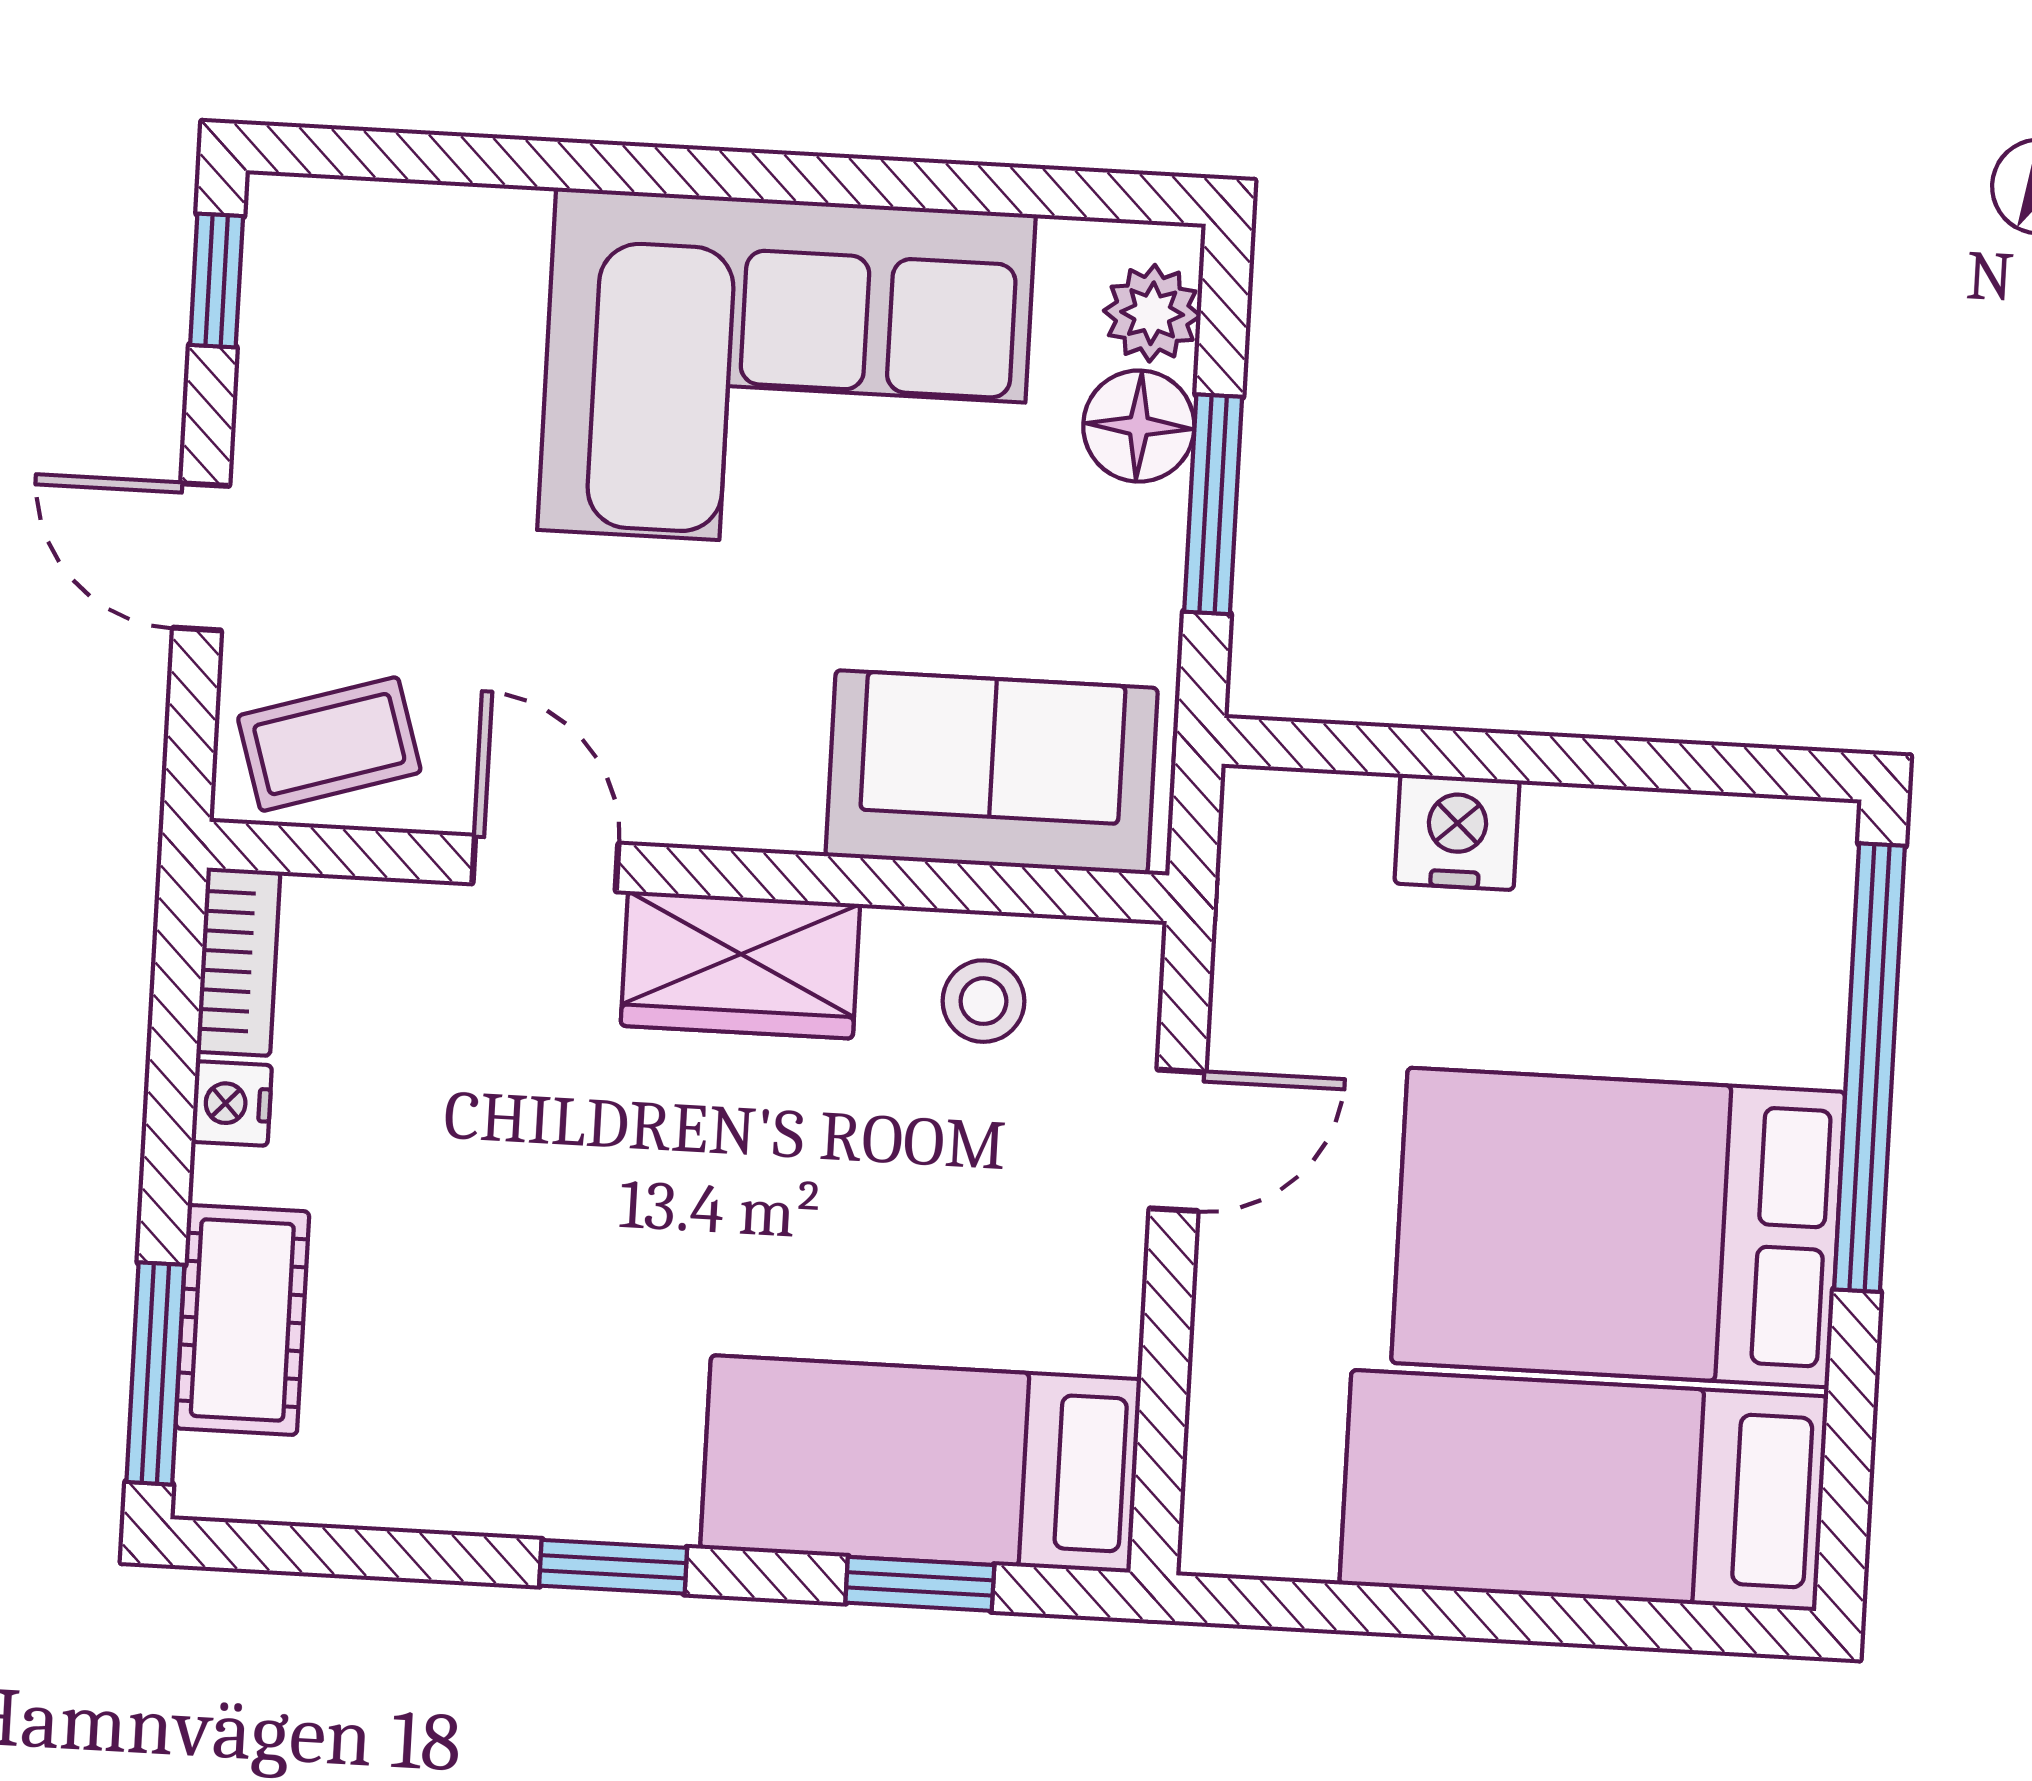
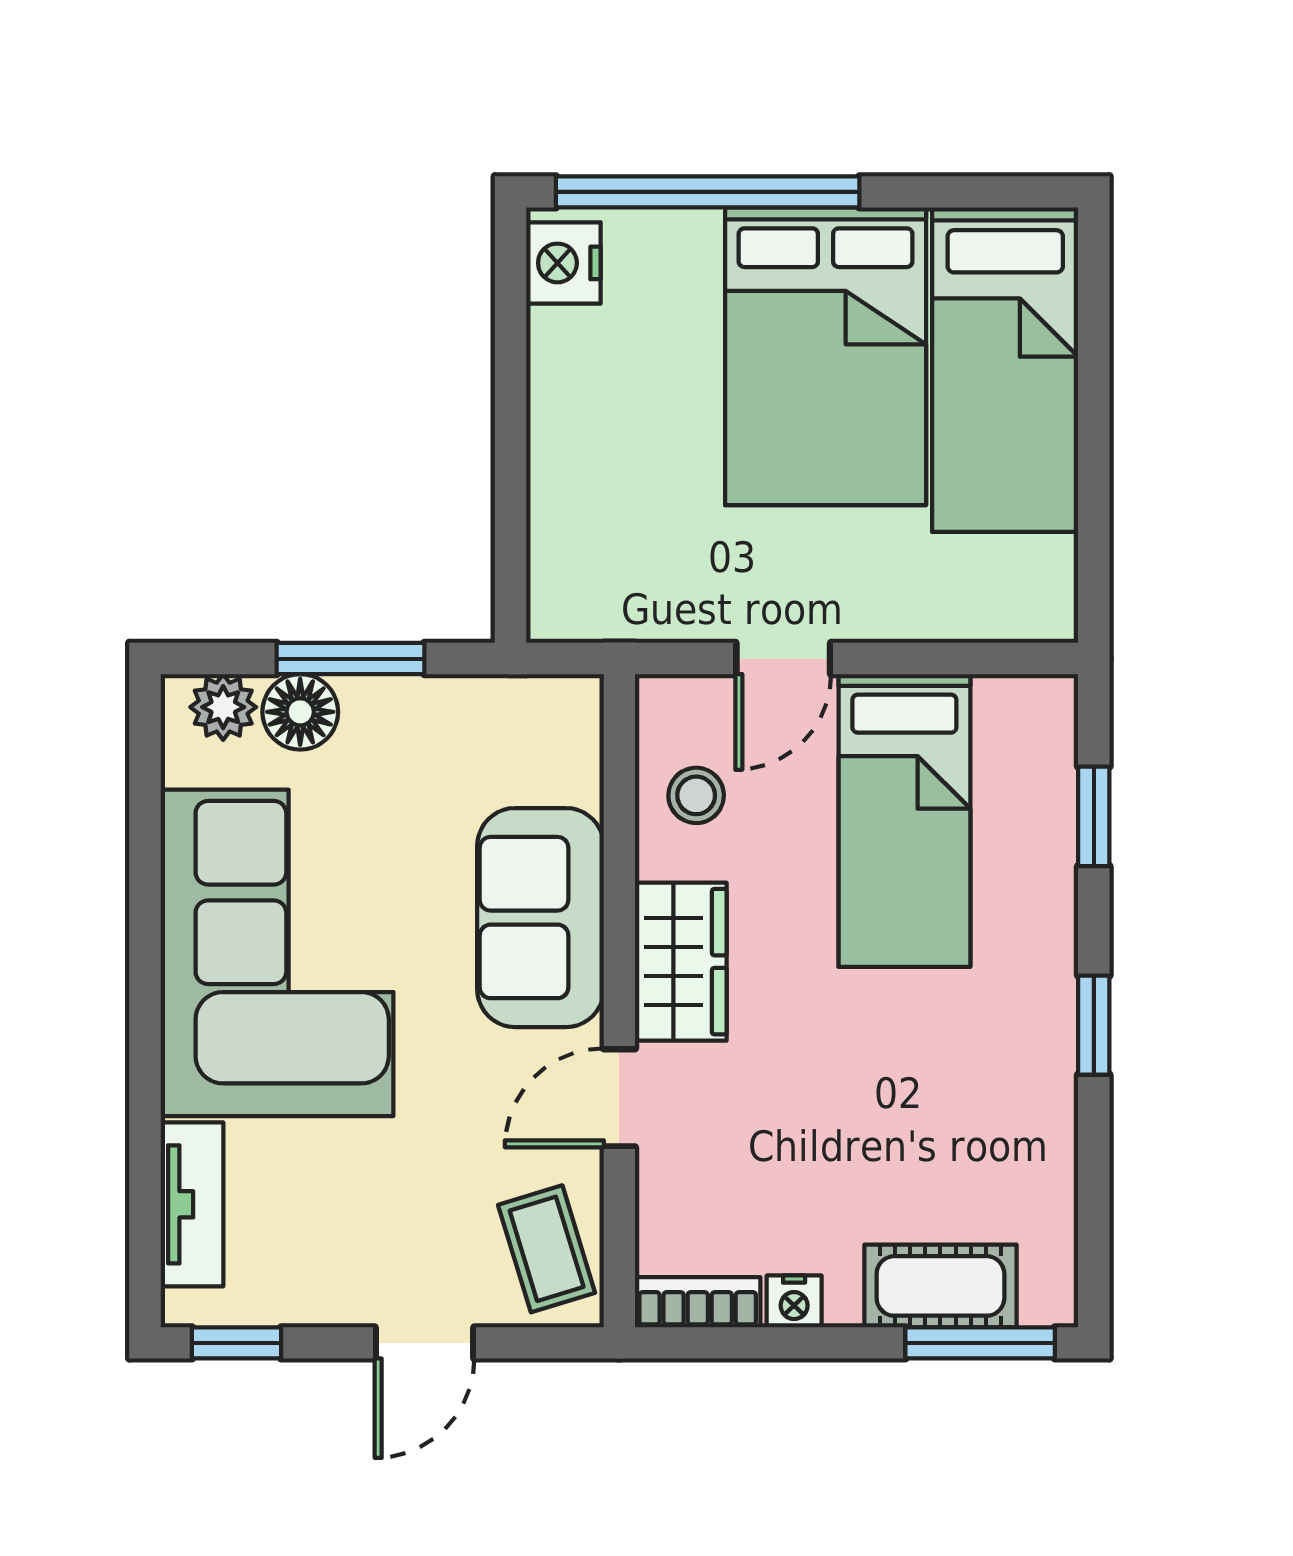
tv unit: (424, 226) -> (192, 1204), added
sofa: (992, 772) -> (541, 918), moved
nightstand: (1457, 832) -> (563, 263), moved
door: (1178, 1140) -> (783, 659), swing flipped
bed: (921, 1464) -> (904, 820), moved

